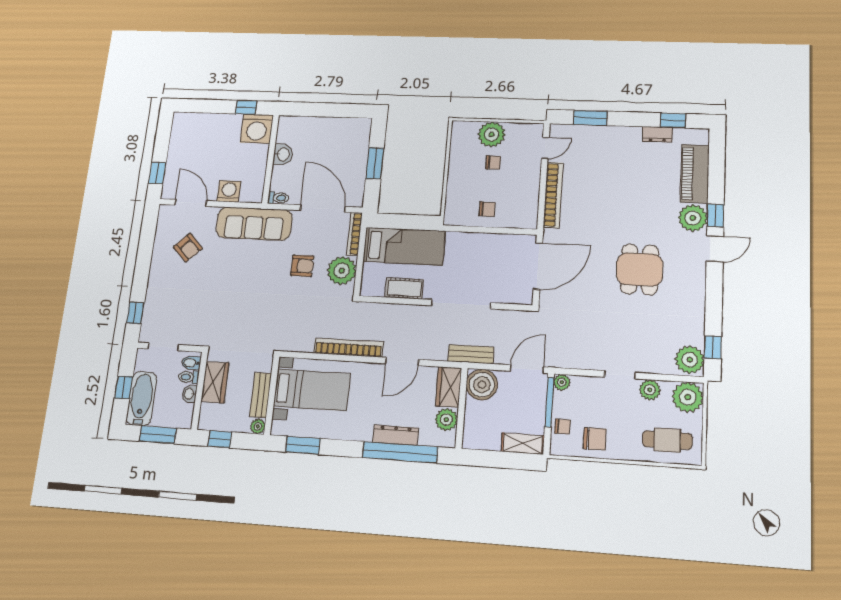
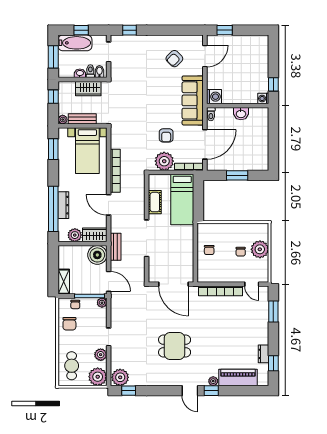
washing machine: (257, 129) -> (263, 99), width x0.53, depth x0.53
washing machine: (229, 191) -> (214, 97), moved
plant: (693, 218) -> (213, 381), width x0.53, depth x0.53

